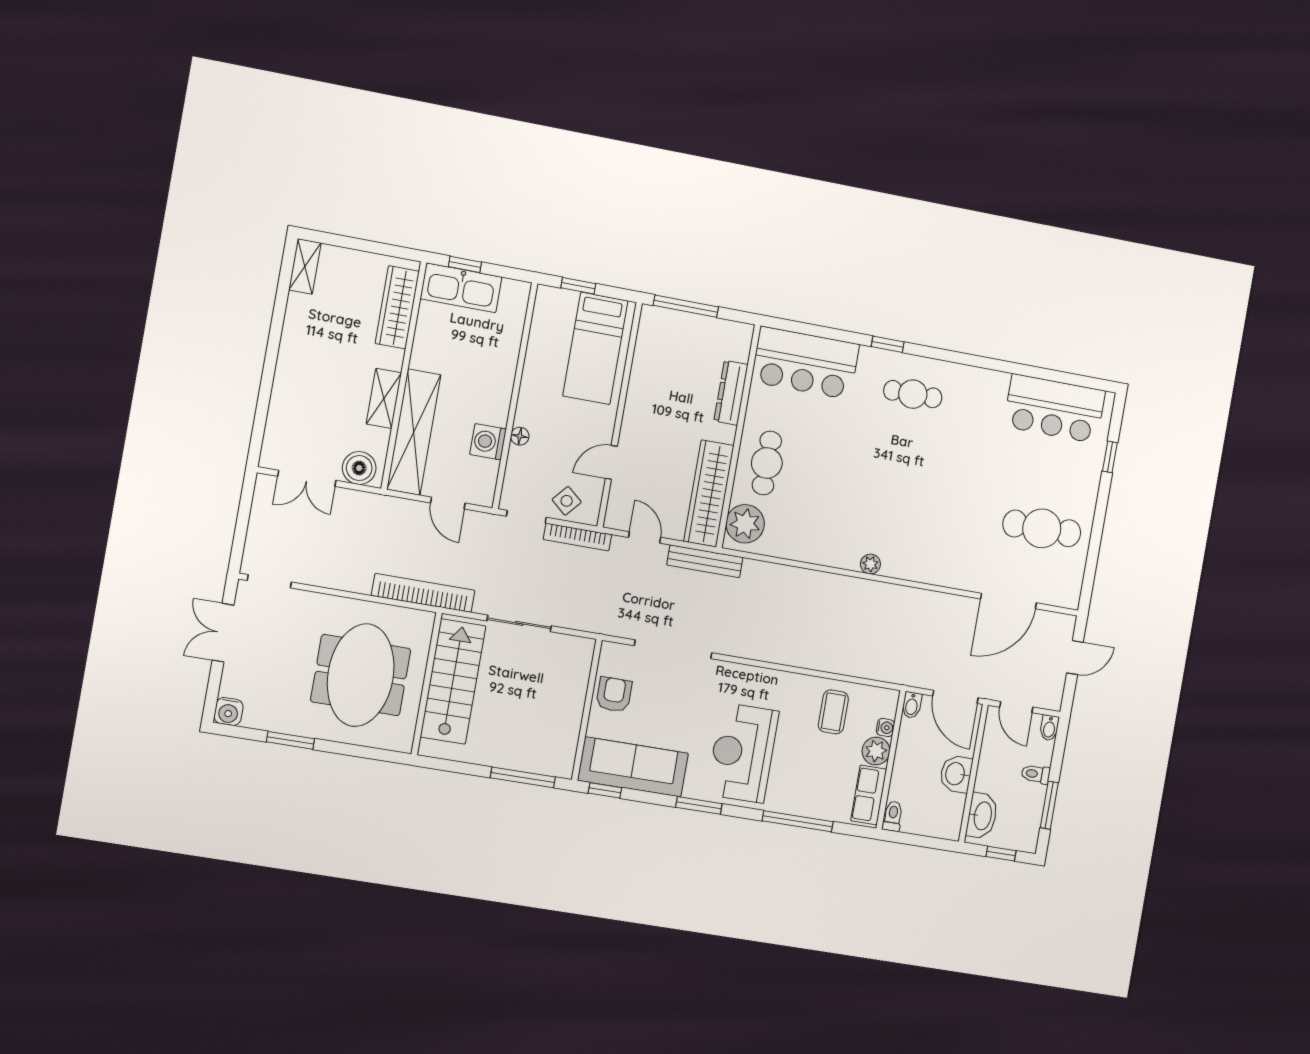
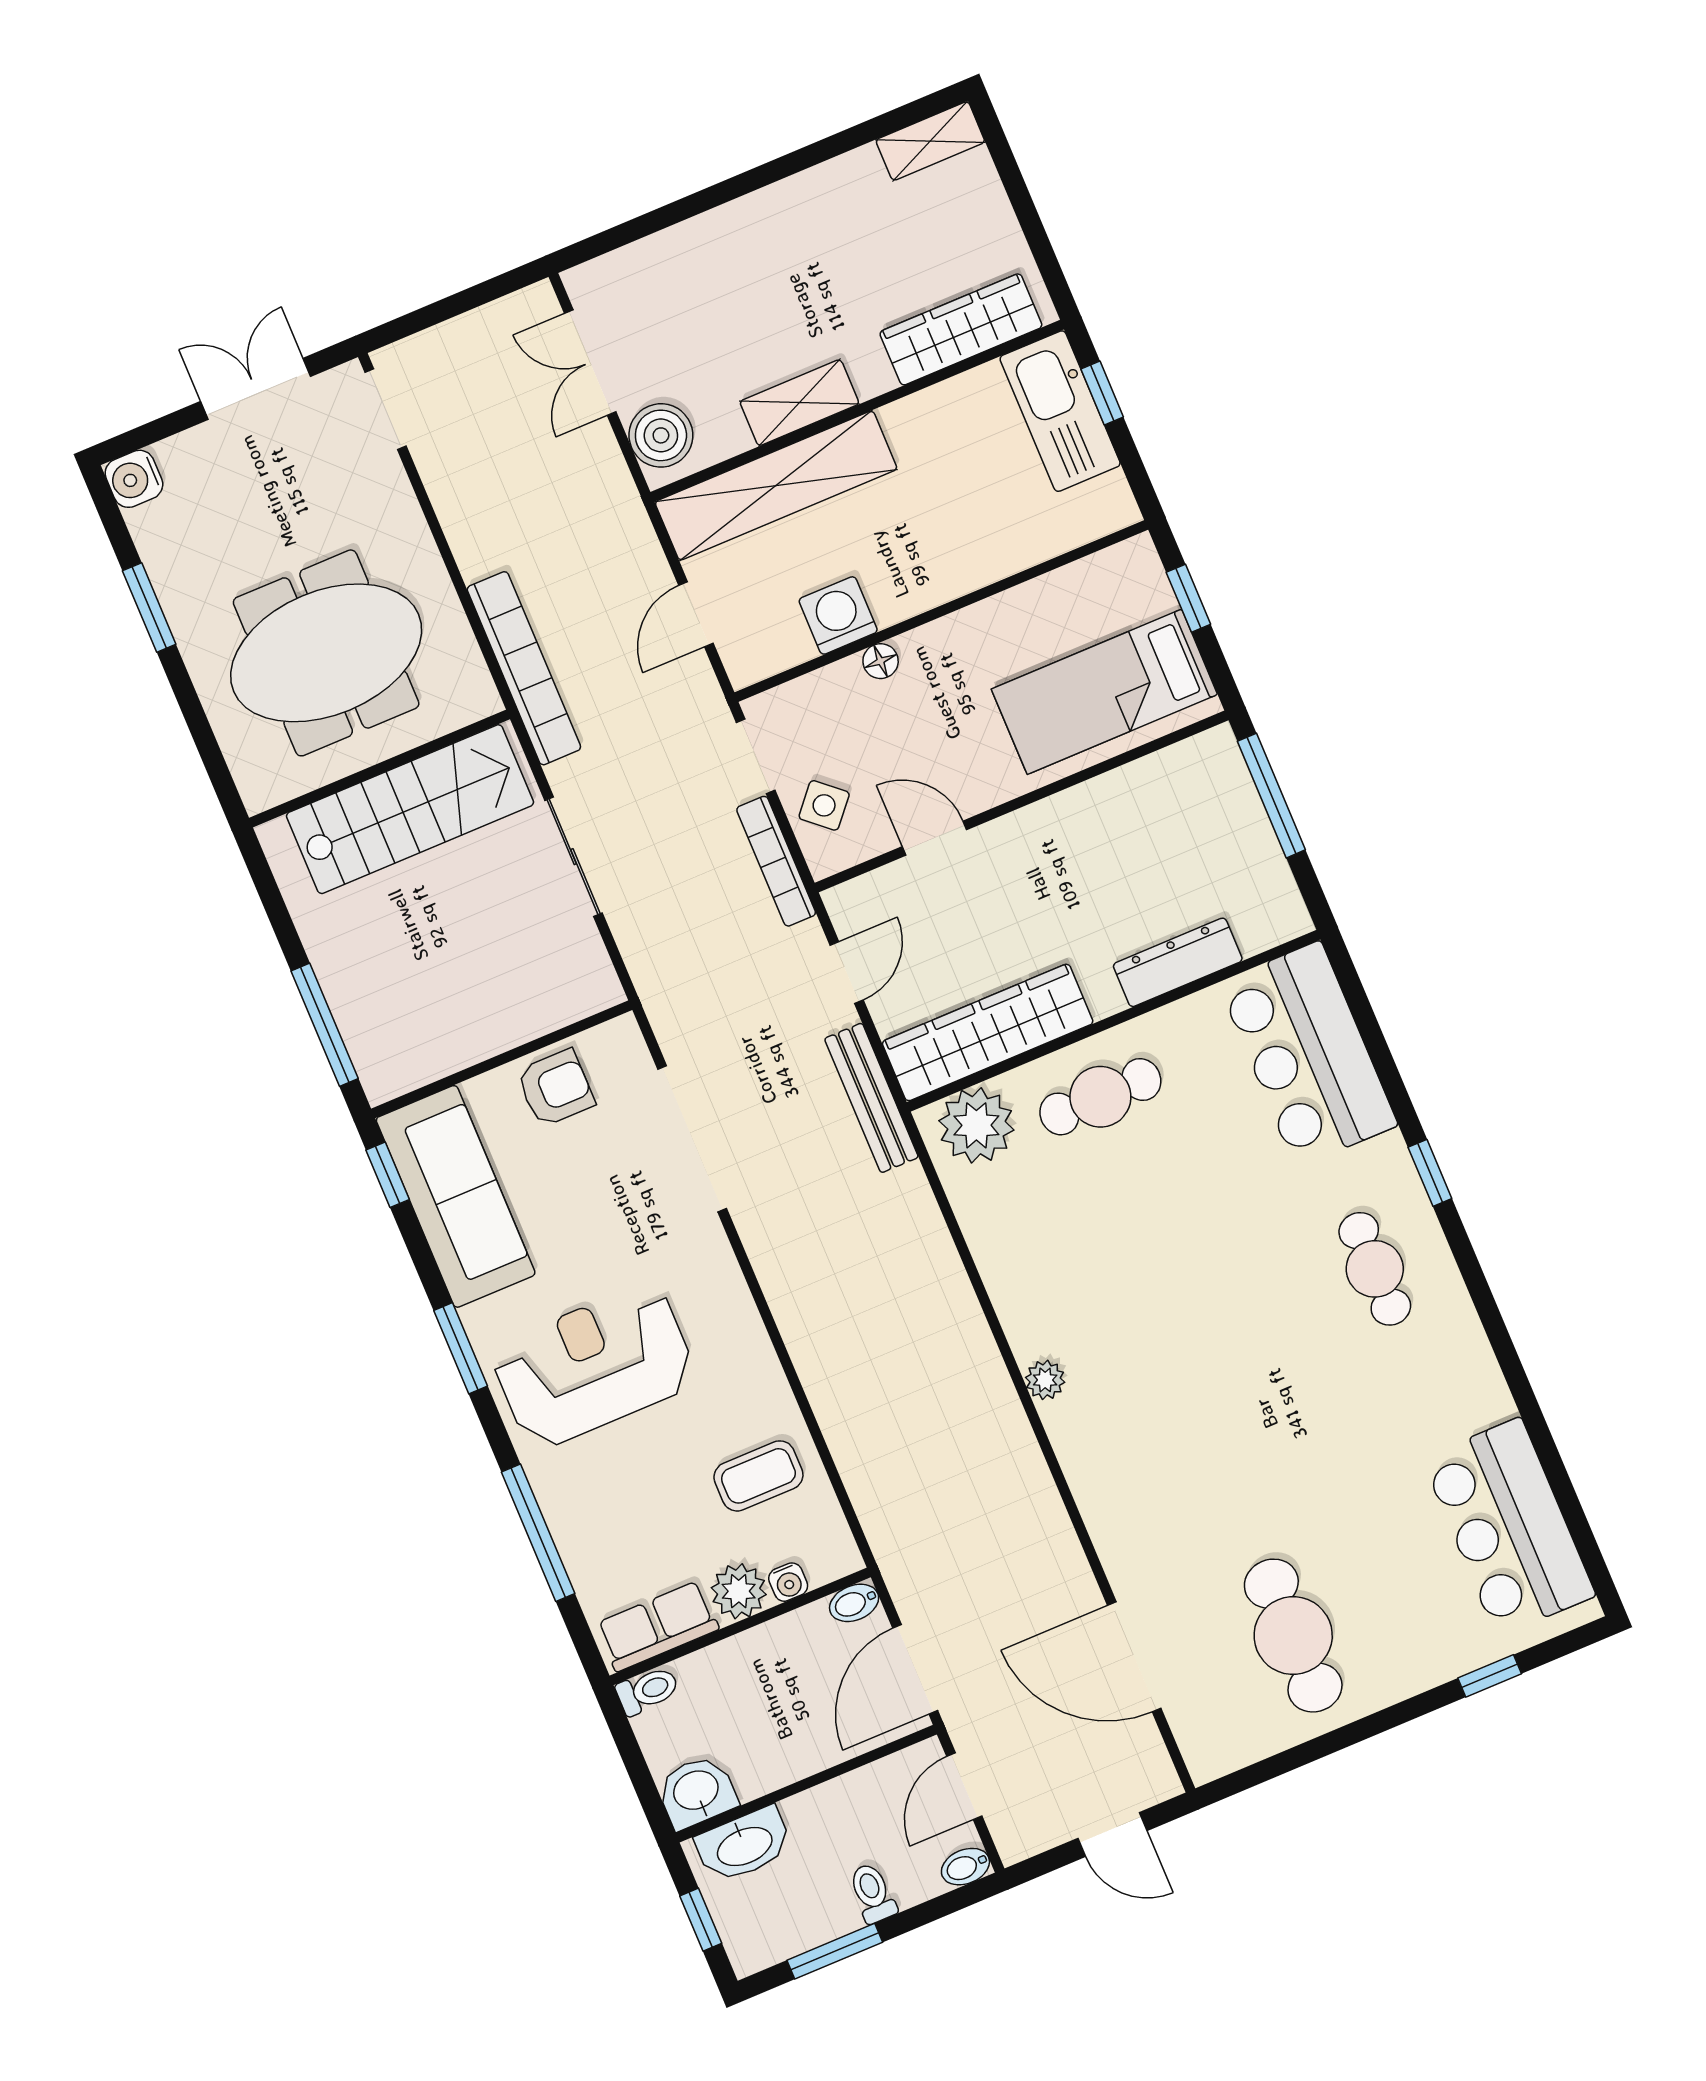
washbasin: (956, 774) -> (697, 1792), moved

